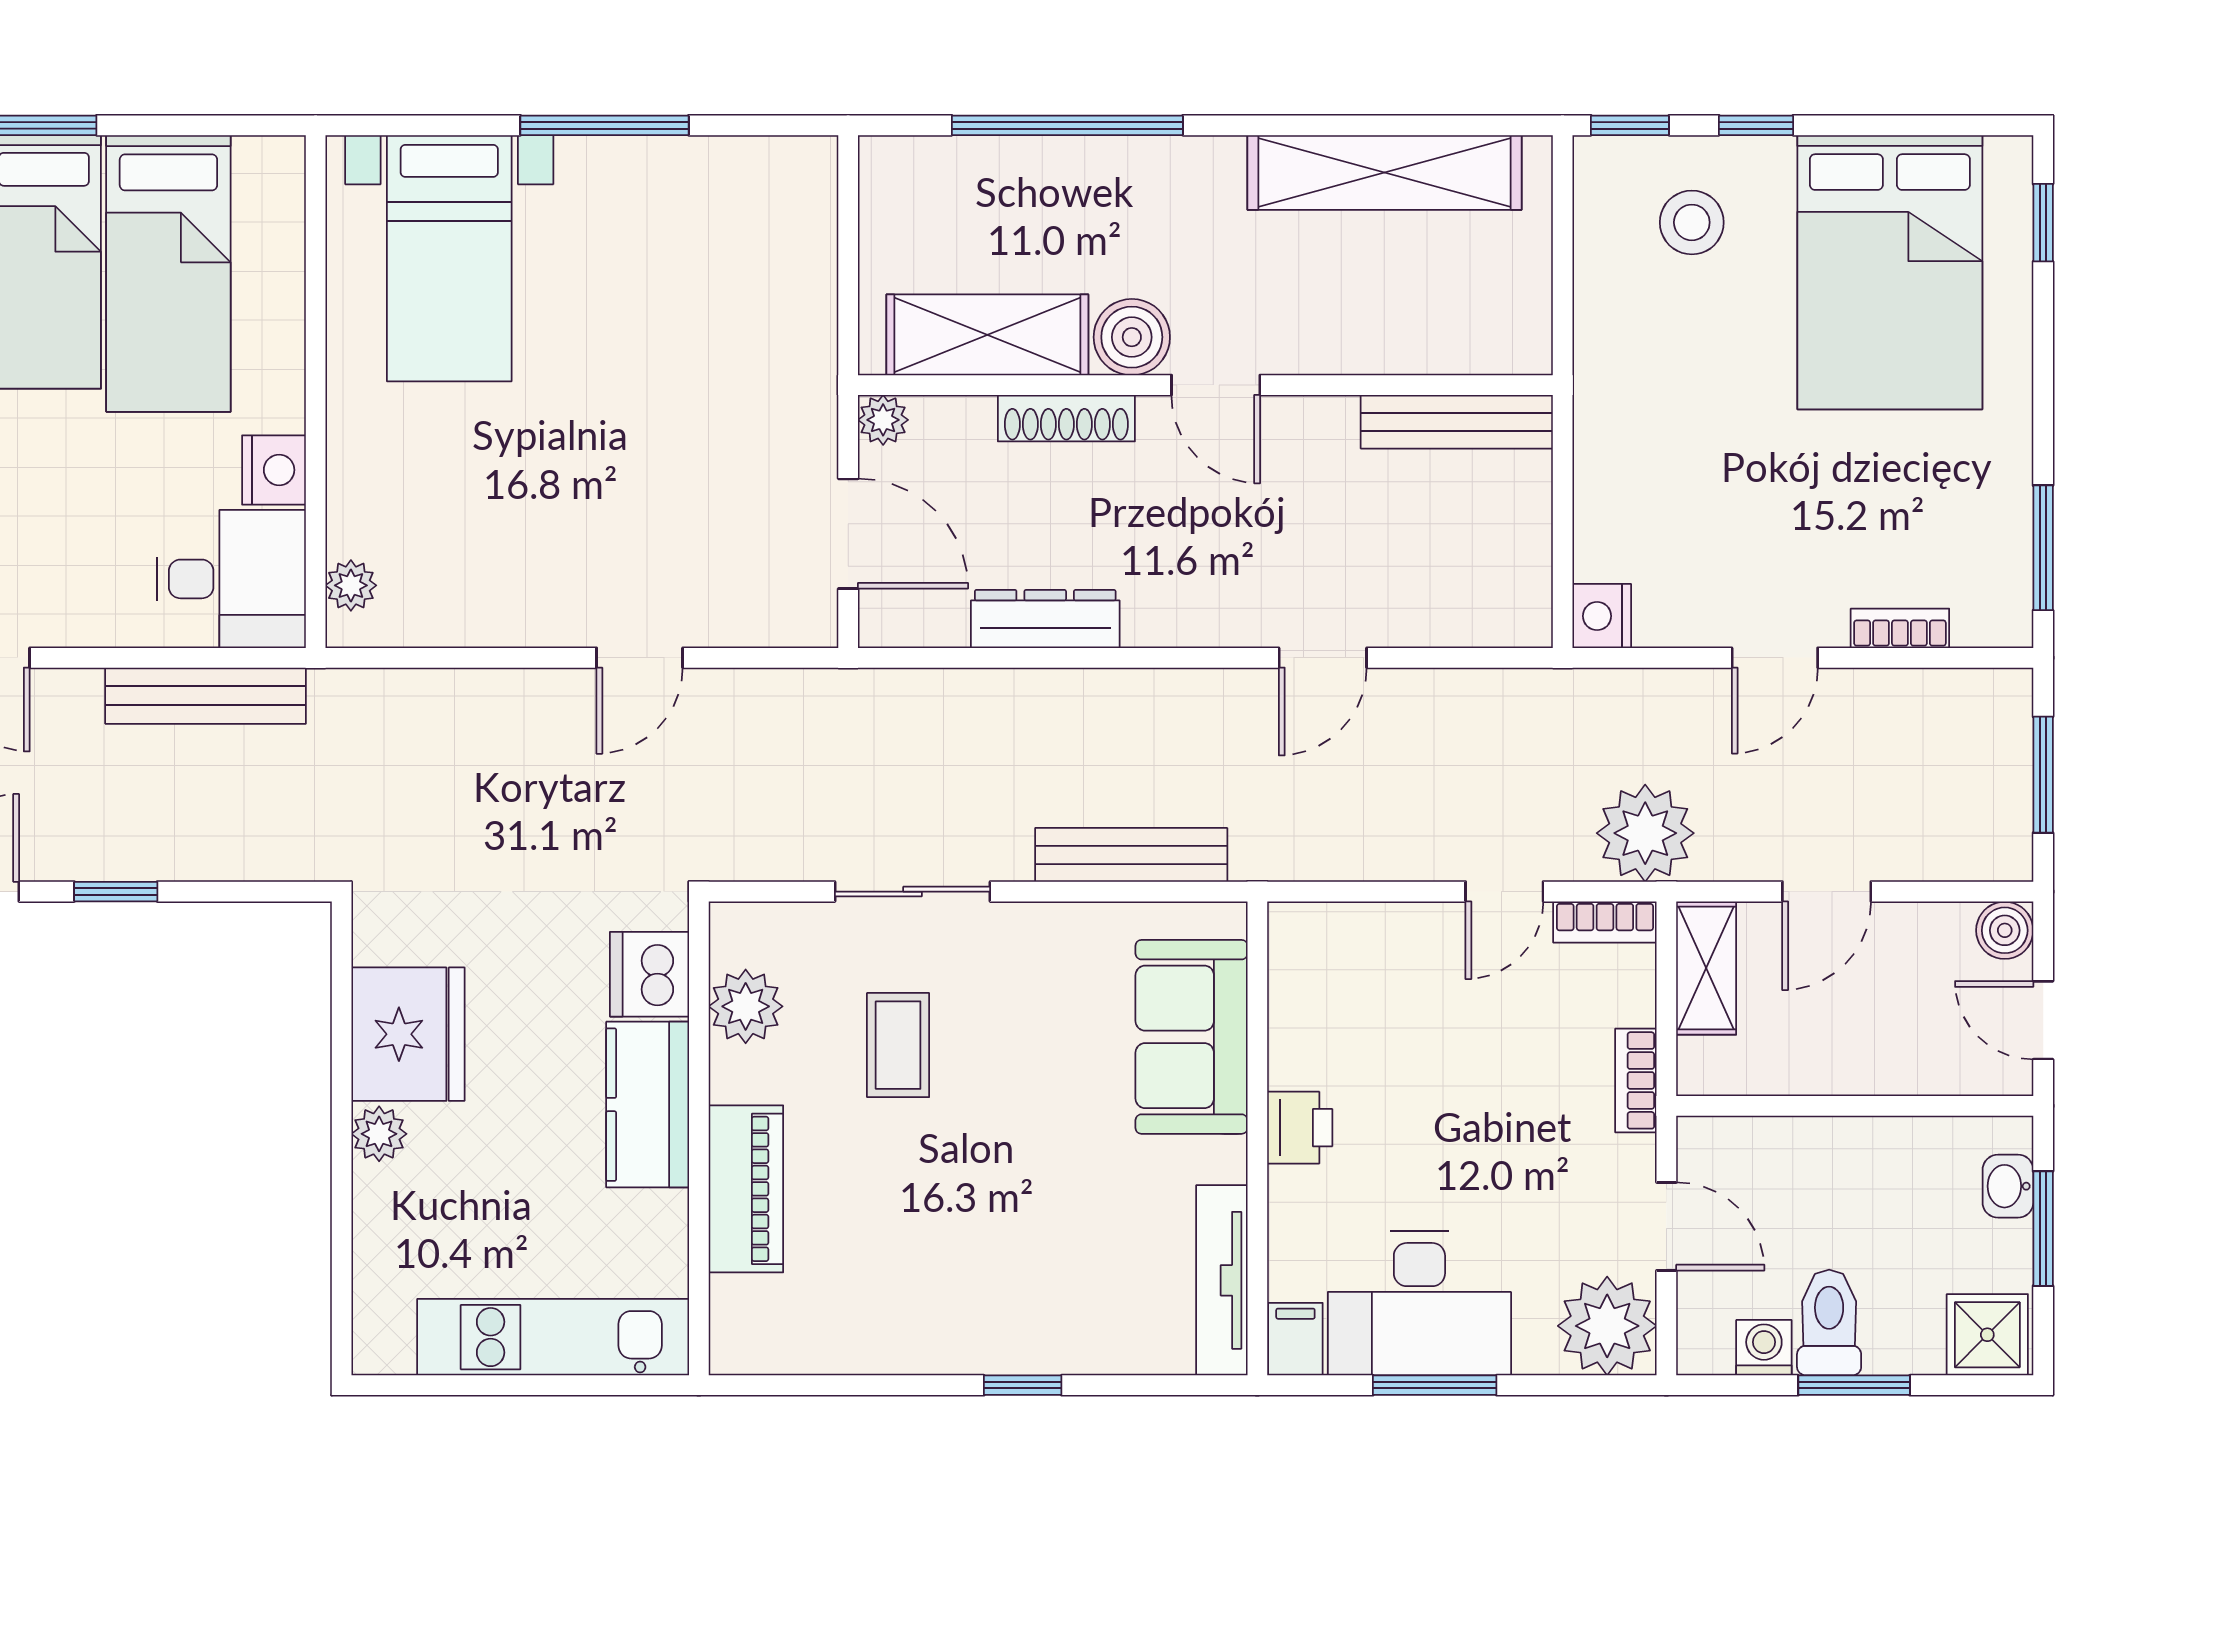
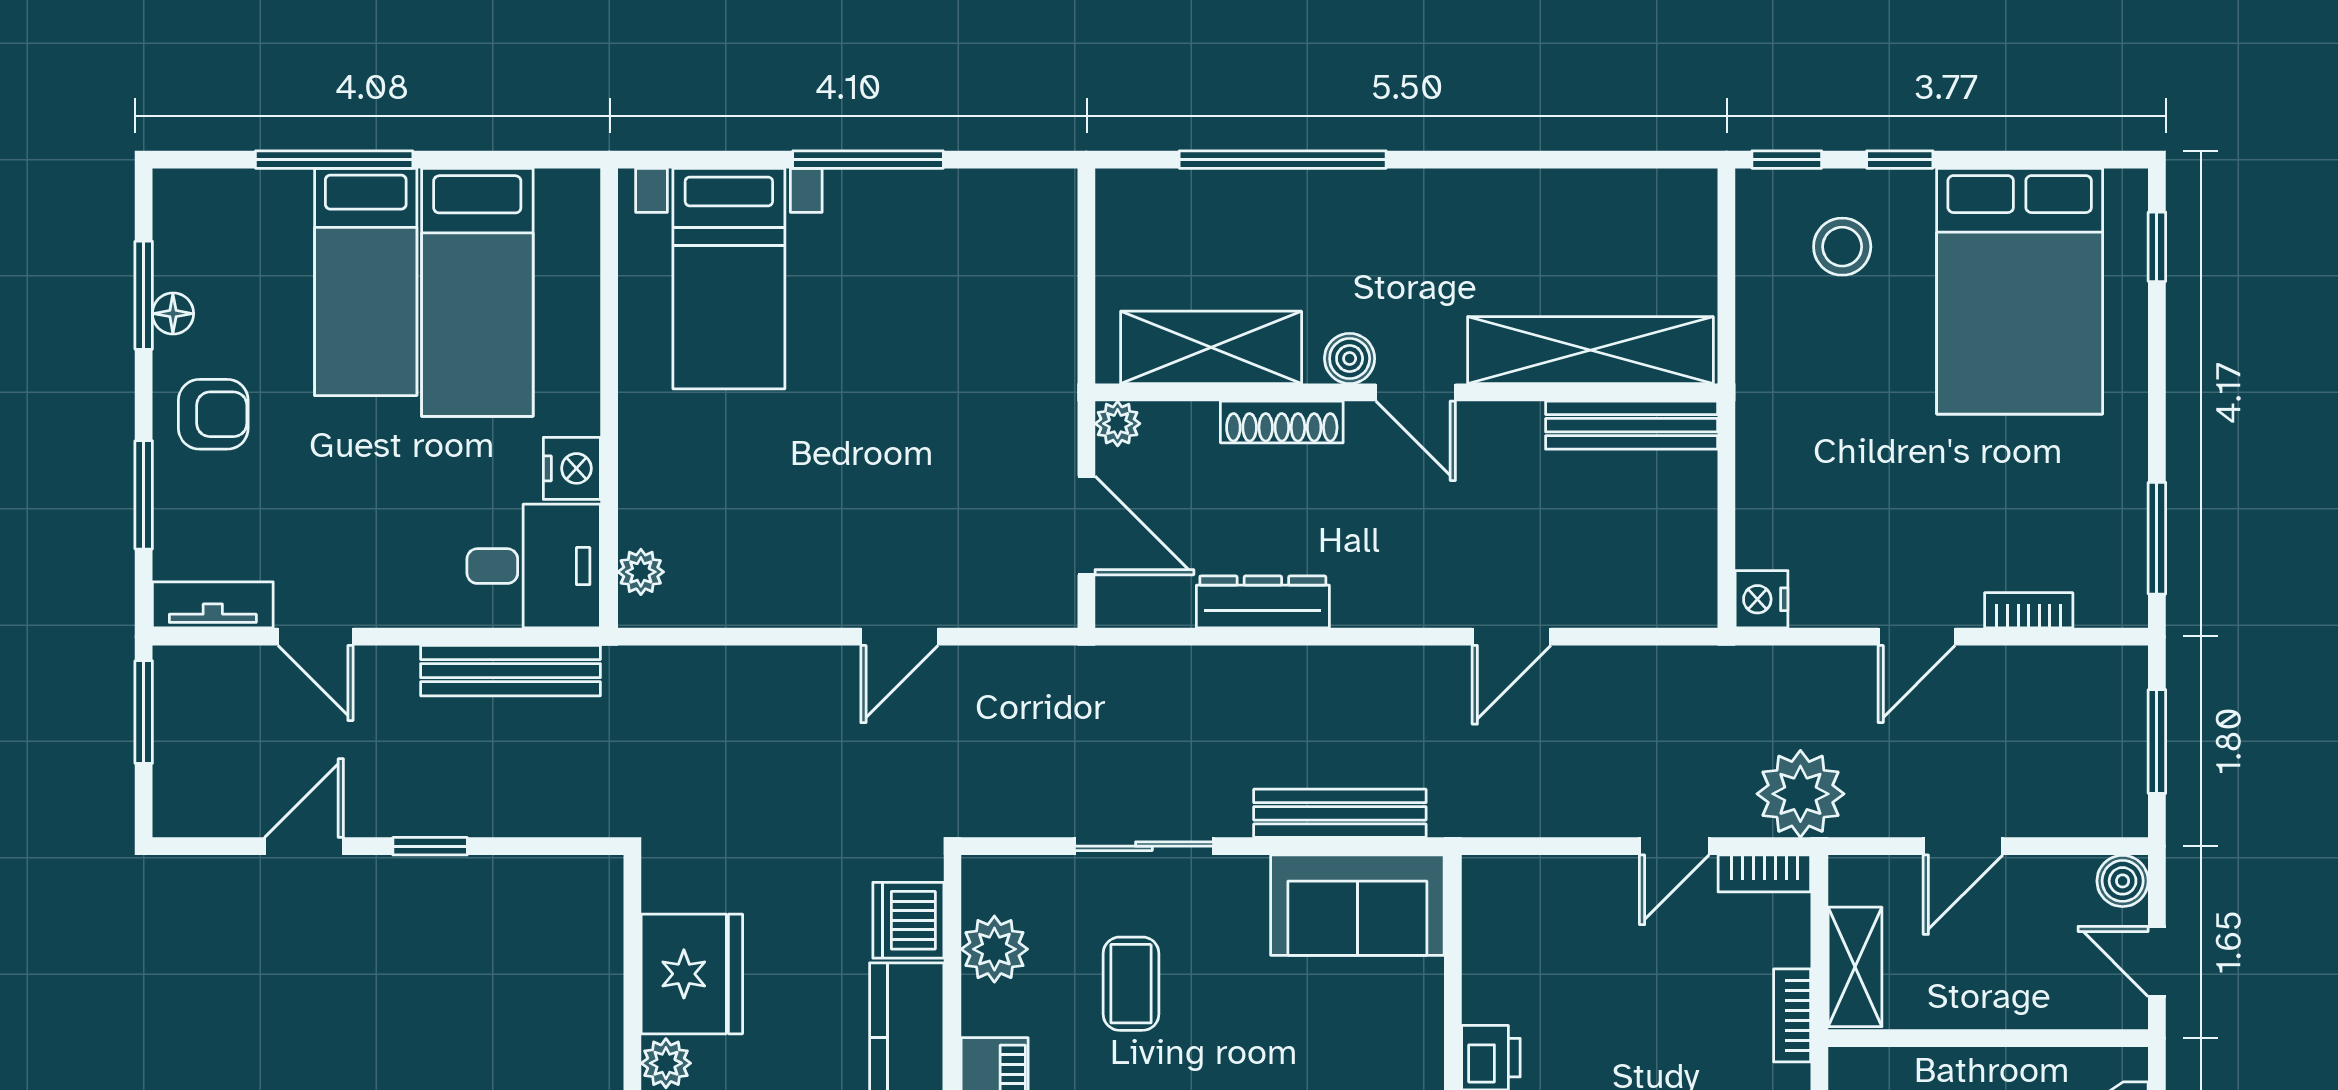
shelving: (1385, 172) -> (1590, 350), moved
boiler: (1132, 337) -> (1350, 358), width x0.73, depth x0.73
shelving: (1706, 968) -> (1855, 967), moved
sofa: (1192, 1037) -> (1357, 905), moved, turned -90

